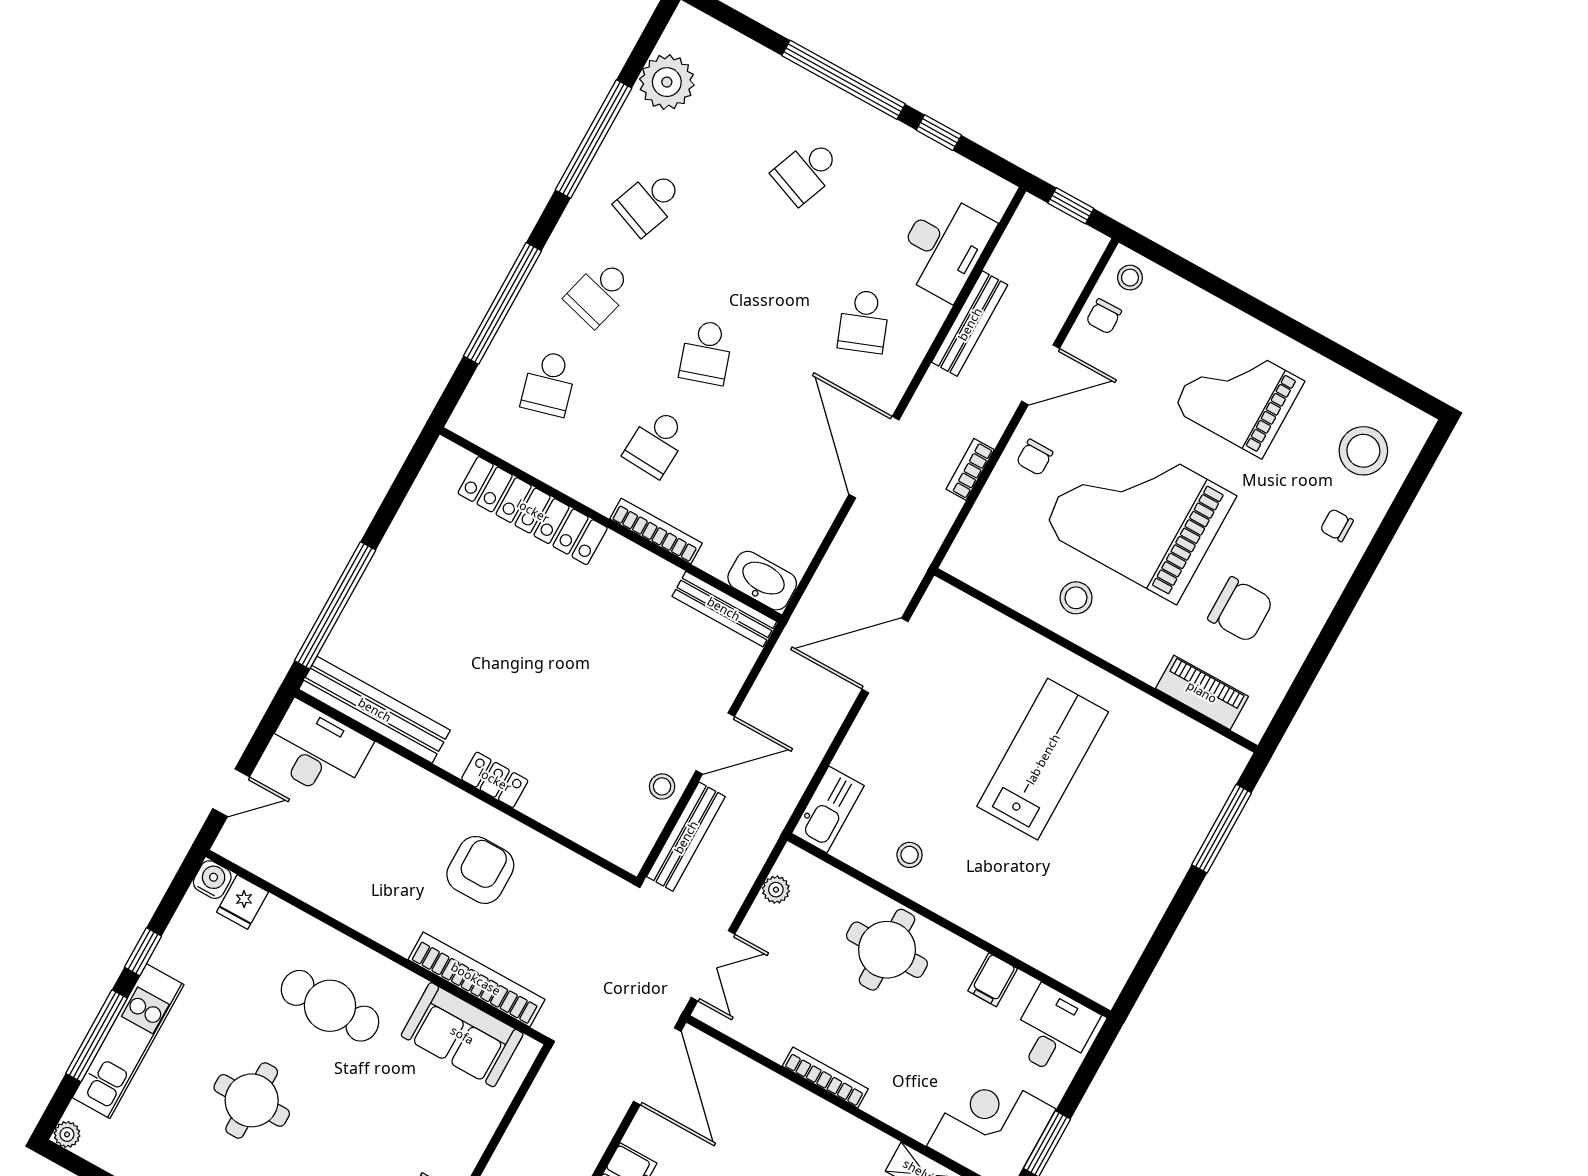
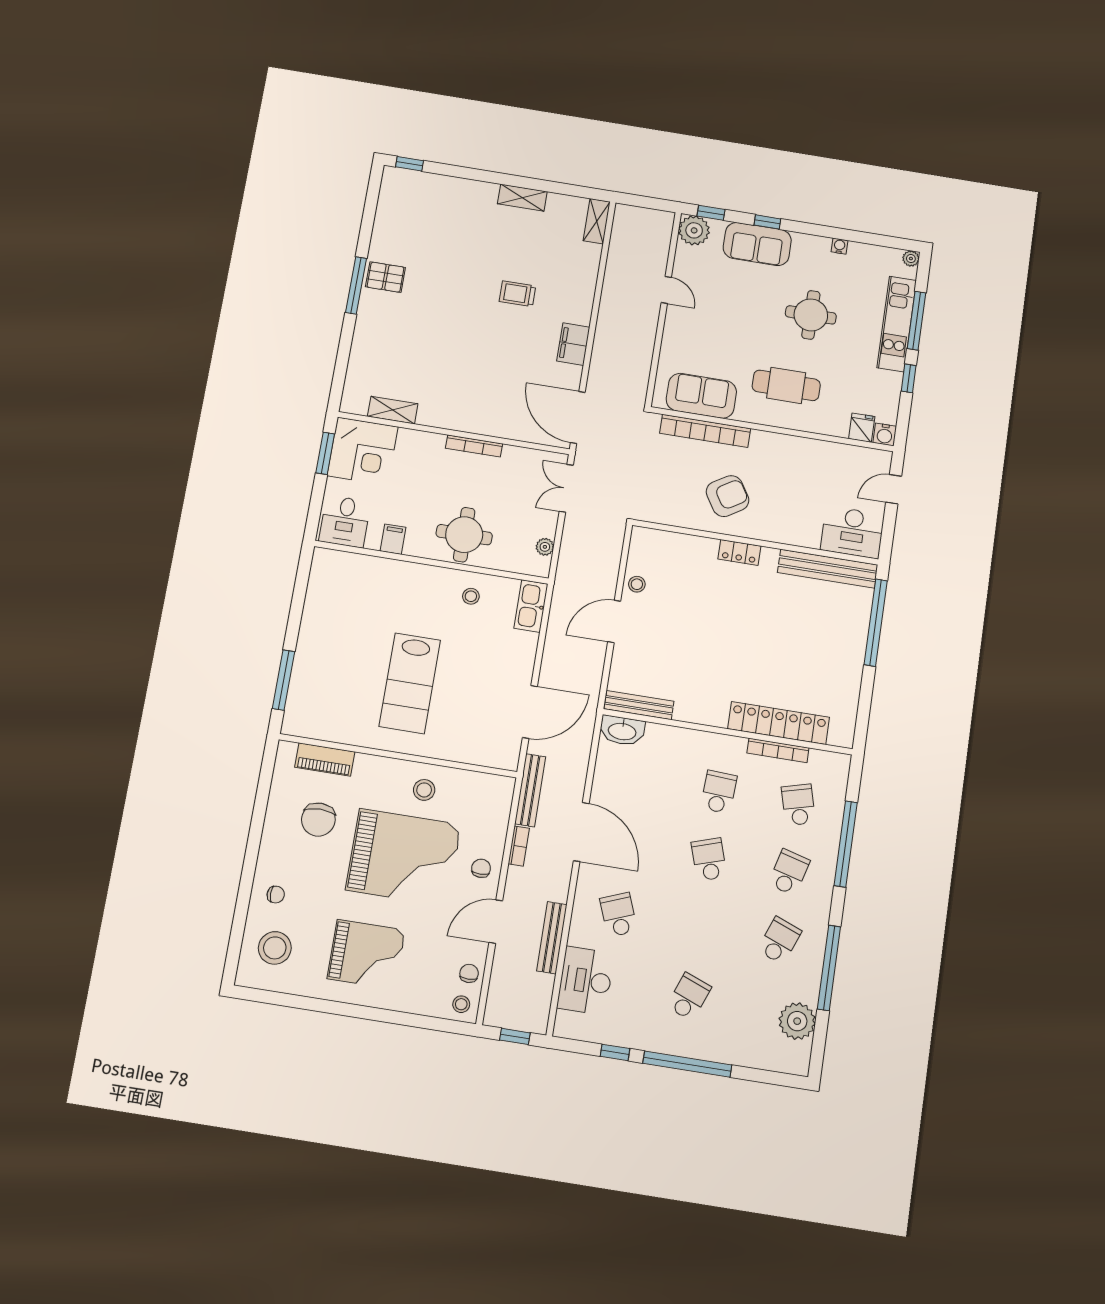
bookcase: (656, 531) -> (778, 750), moved
chair: (1241, 610) -> (318, 820), turned -90
bench: (686, 837) -> (530, 790), moved
armchair: (480, 870) -> (728, 496), turned -122

